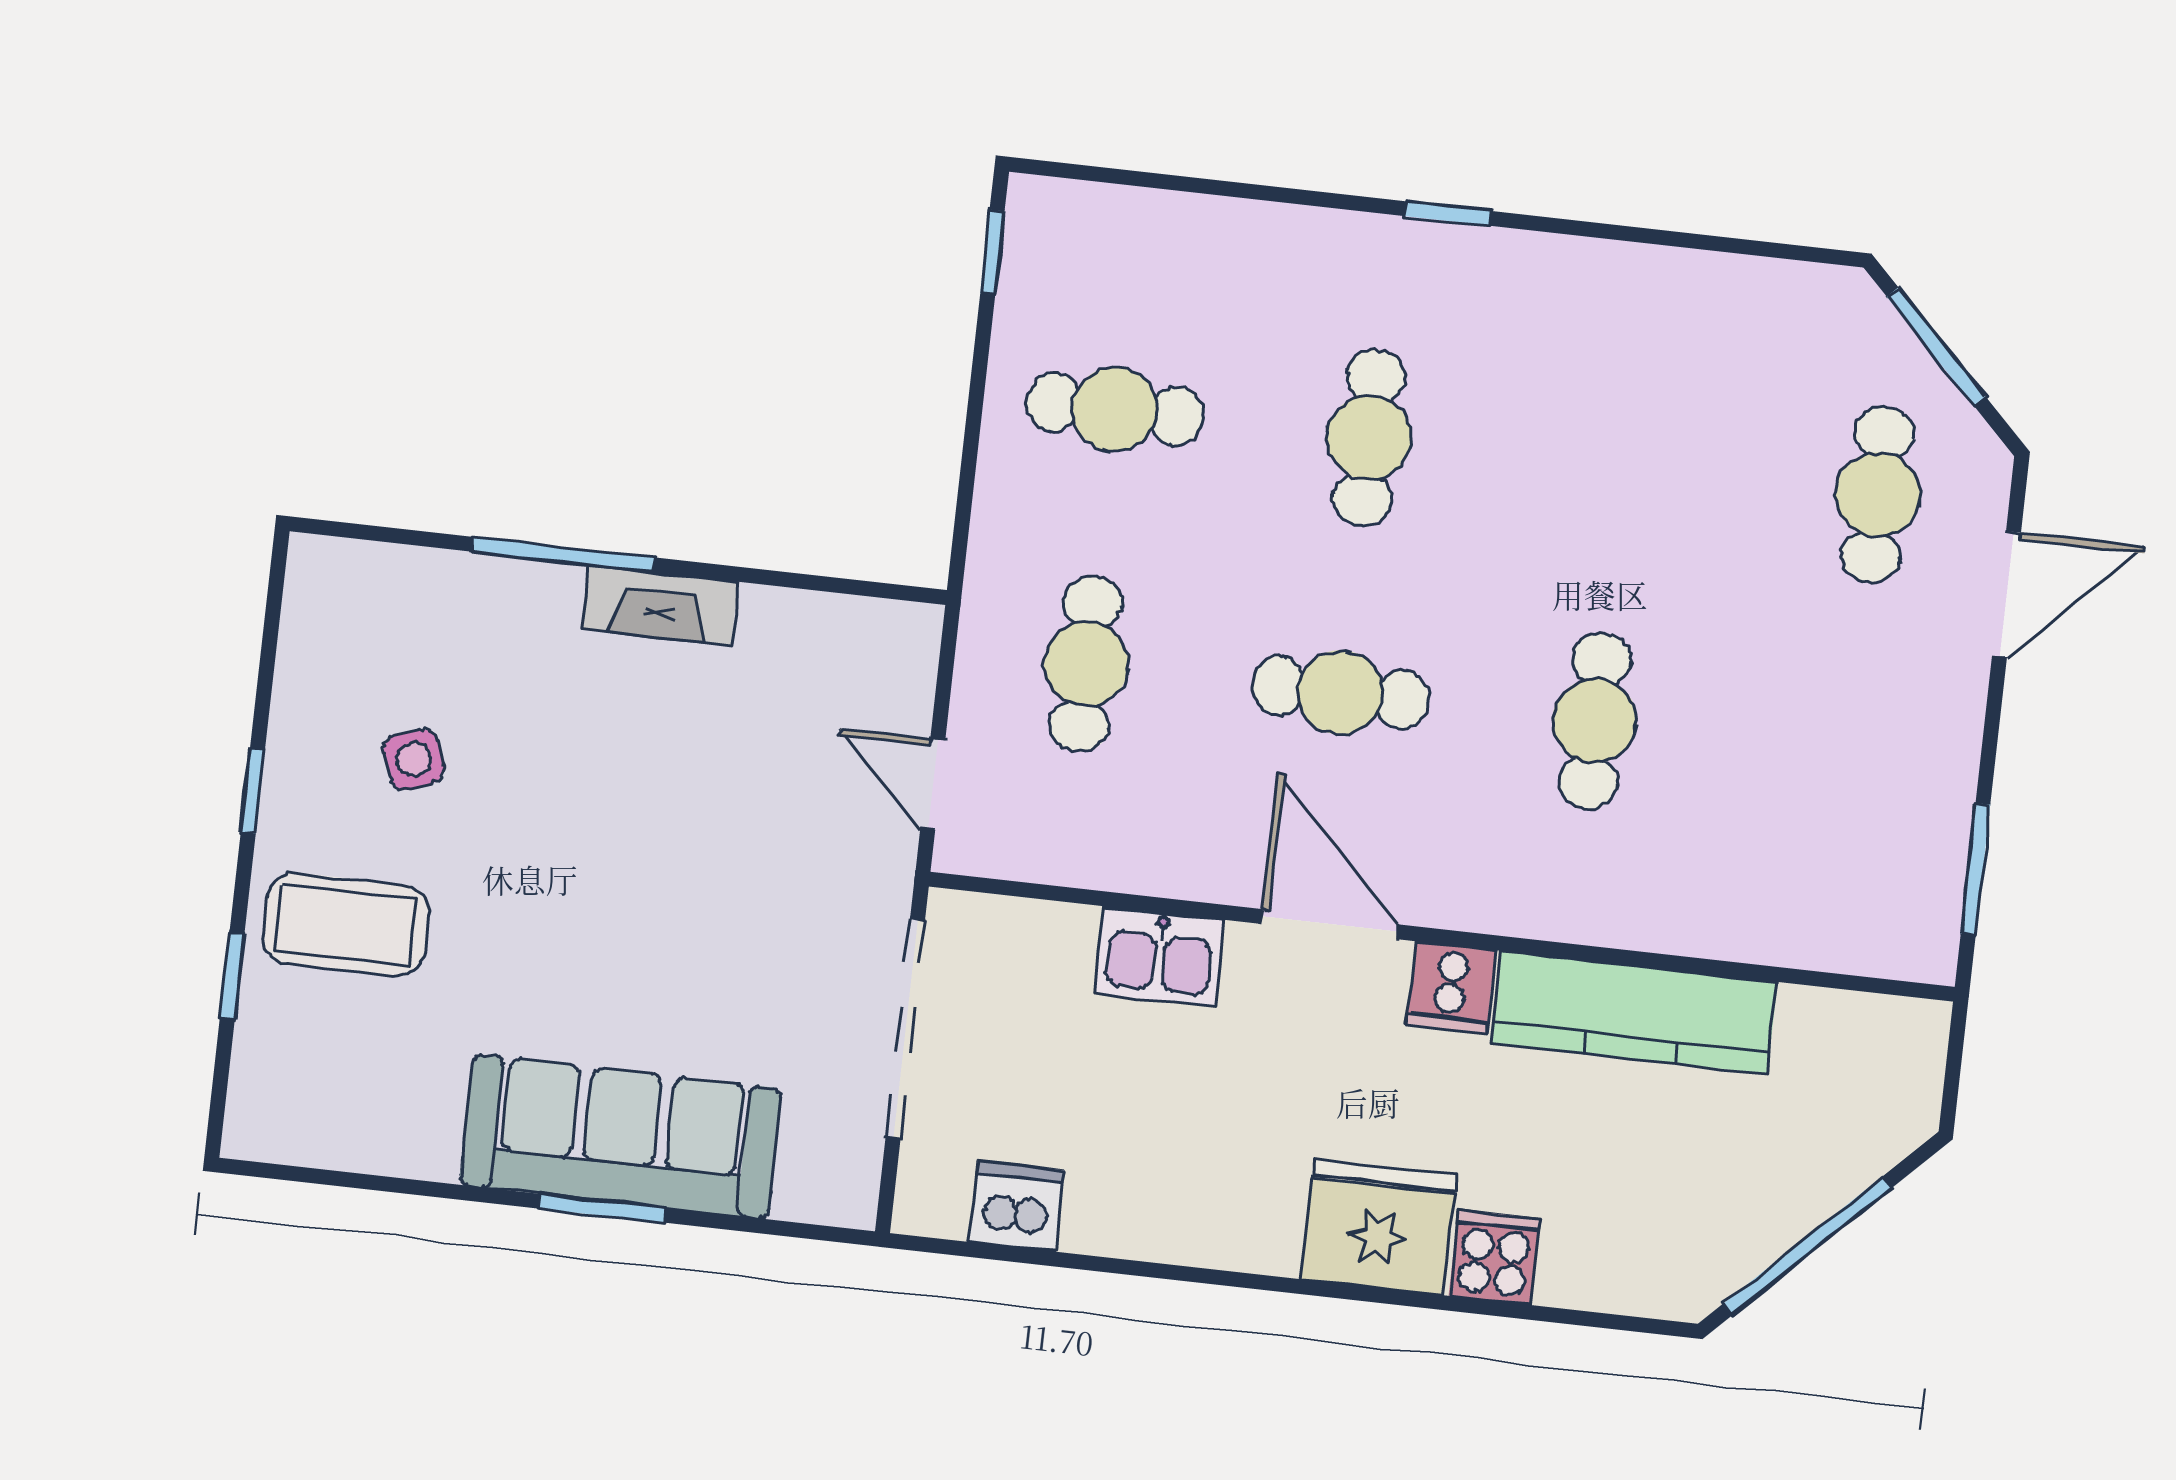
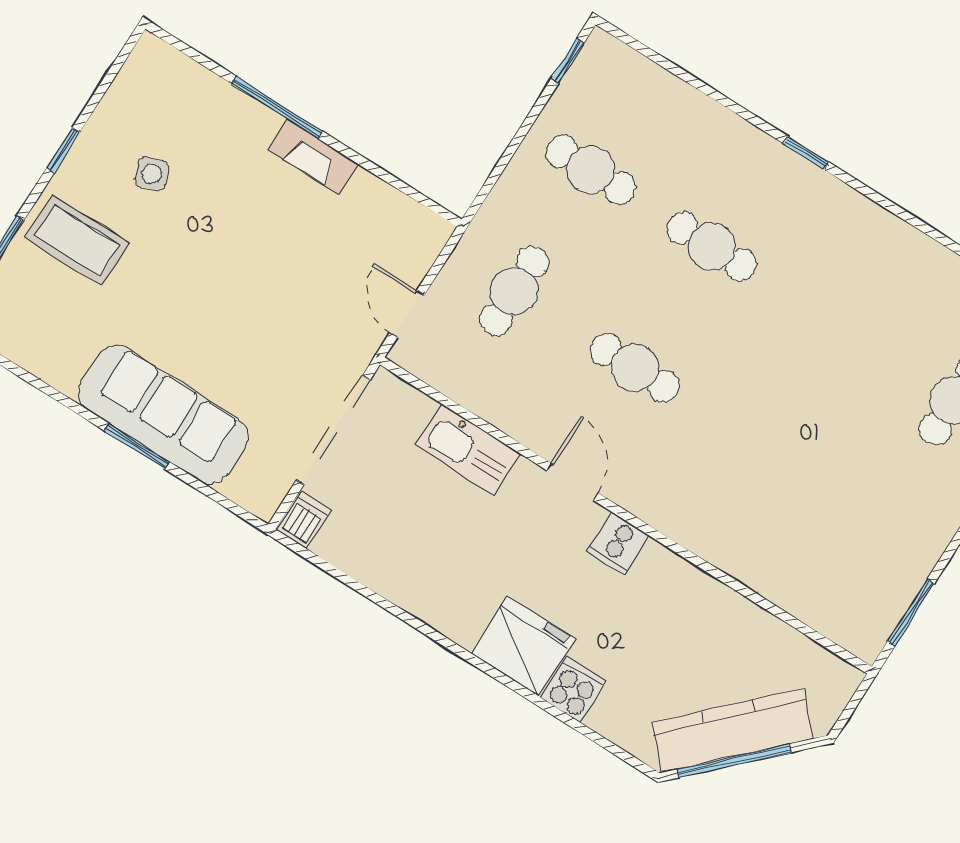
cafe table: (1369, 438) -> (712, 247), turned 90
cafe table: (1595, 721) -> (756, 444), removed
door: (1330, 924) -> (572, 482), width x0.73
kitchen sink: (1160, 957) -> (468, 450), width x1.38
kitchen counter: (1634, 1012) -> (732, 730), moved, turned 135
dishwasher: (1017, 1206) -> (304, 520), moved, width x0.73

